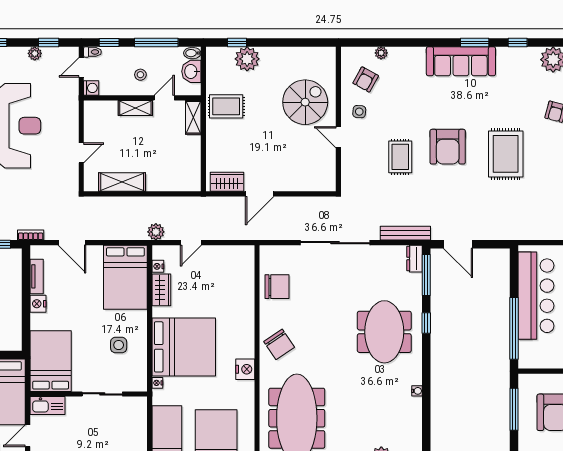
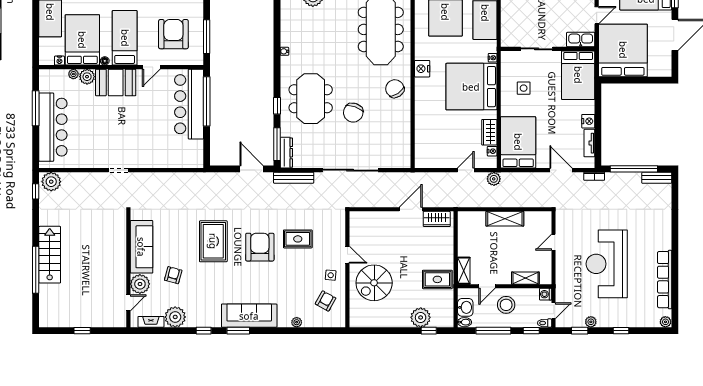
plant: (381, 53) -> (297, 322), moved
stool: (140, 75) -> (506, 305), width x1.89, depth x1.89
shelving: (135, 108) -> (525, 278), moved
rug: (400, 157) -> (298, 239), turned 90
shelving: (122, 182) -> (505, 219), moved
dresser: (415, 259) -> (286, 153), width x1.44
chair: (277, 287) -> (353, 113), moved, turned -71
bar counter: (536, 296) -> (189, 104), moved

